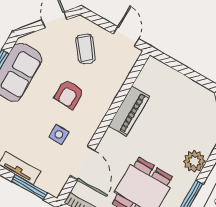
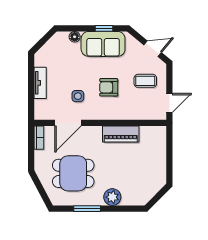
coffee table: (86, 49) -> (145, 81), turned 38
window: (29, 187) -> (31, 97), removed

